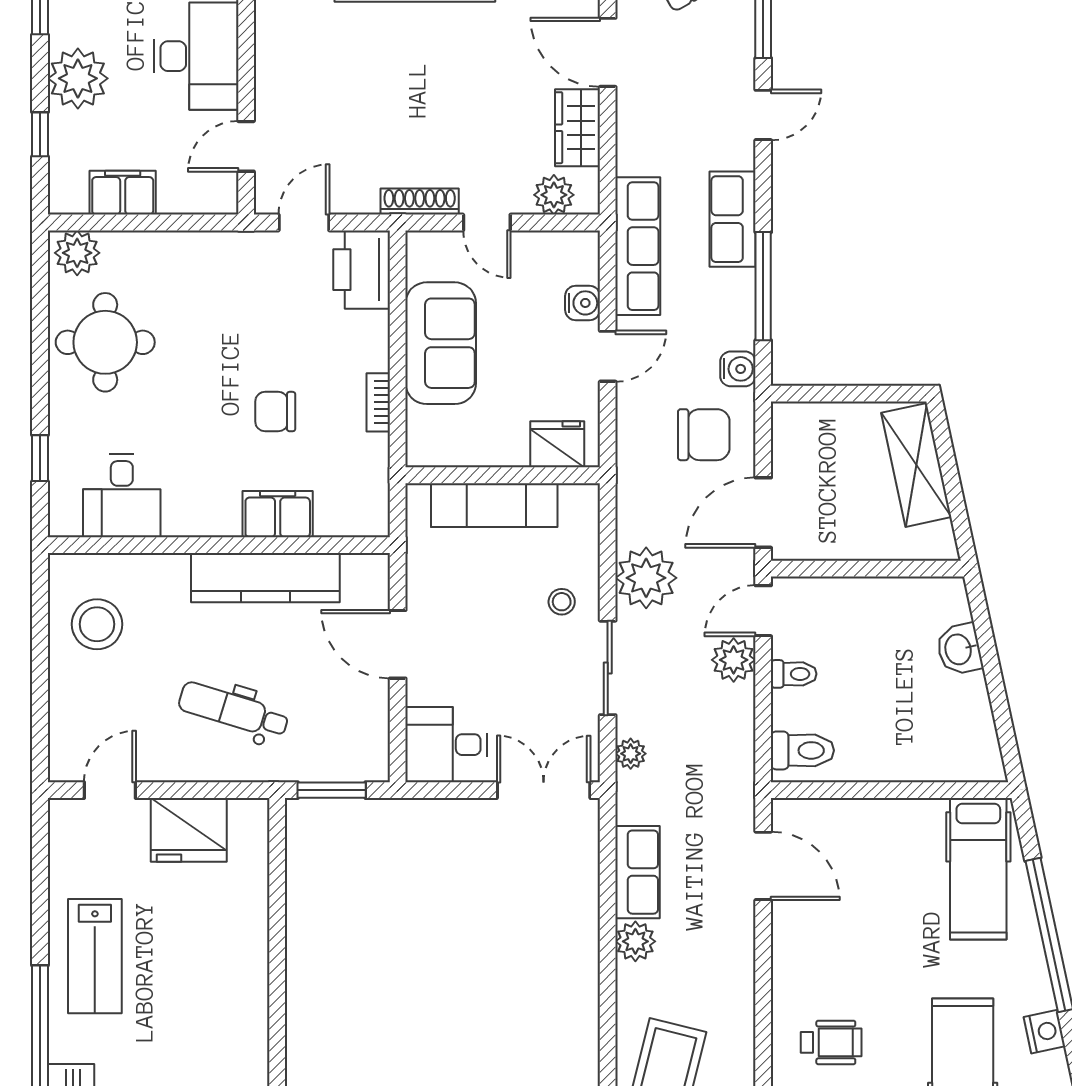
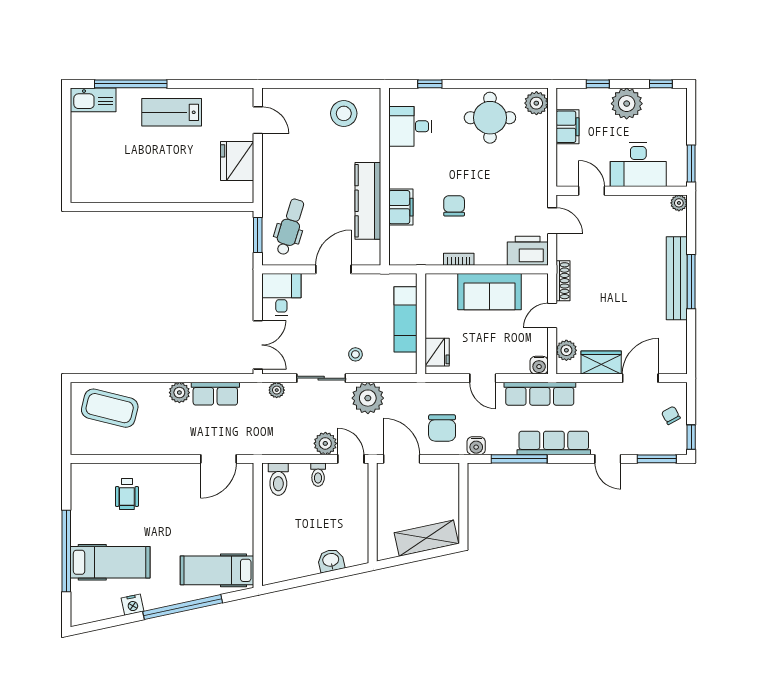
row of seats: (733, 219) -> (554, 443), width x1.48
water cooler: (583, 303) -> (539, 365), moved
dental chair: (234, 710) -> (290, 227), moved

